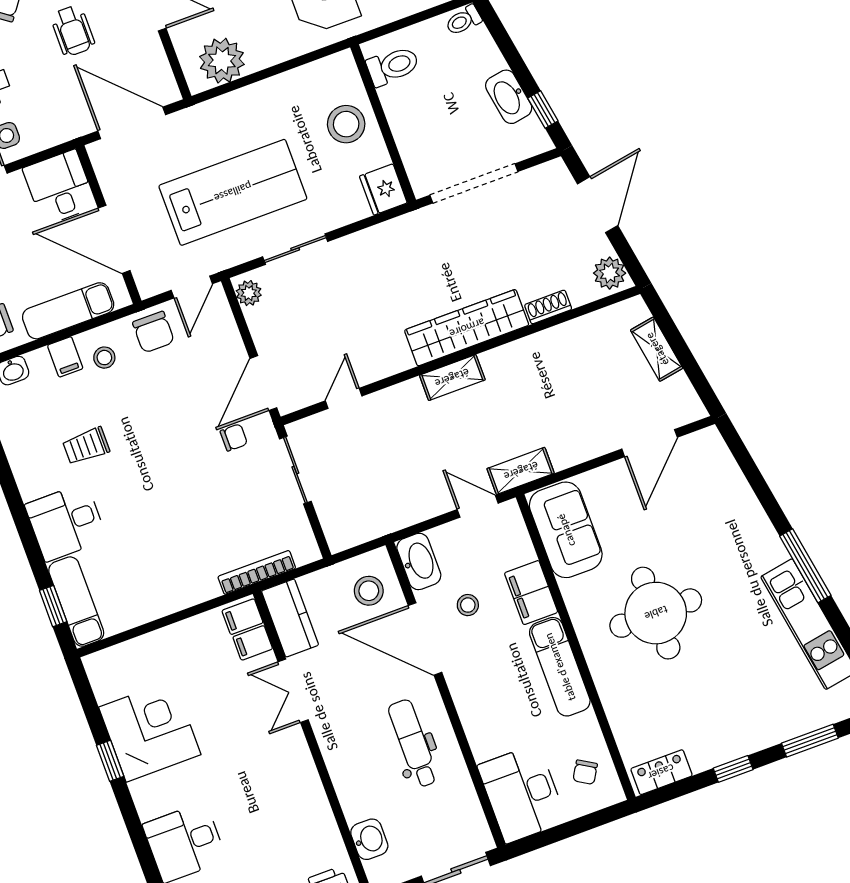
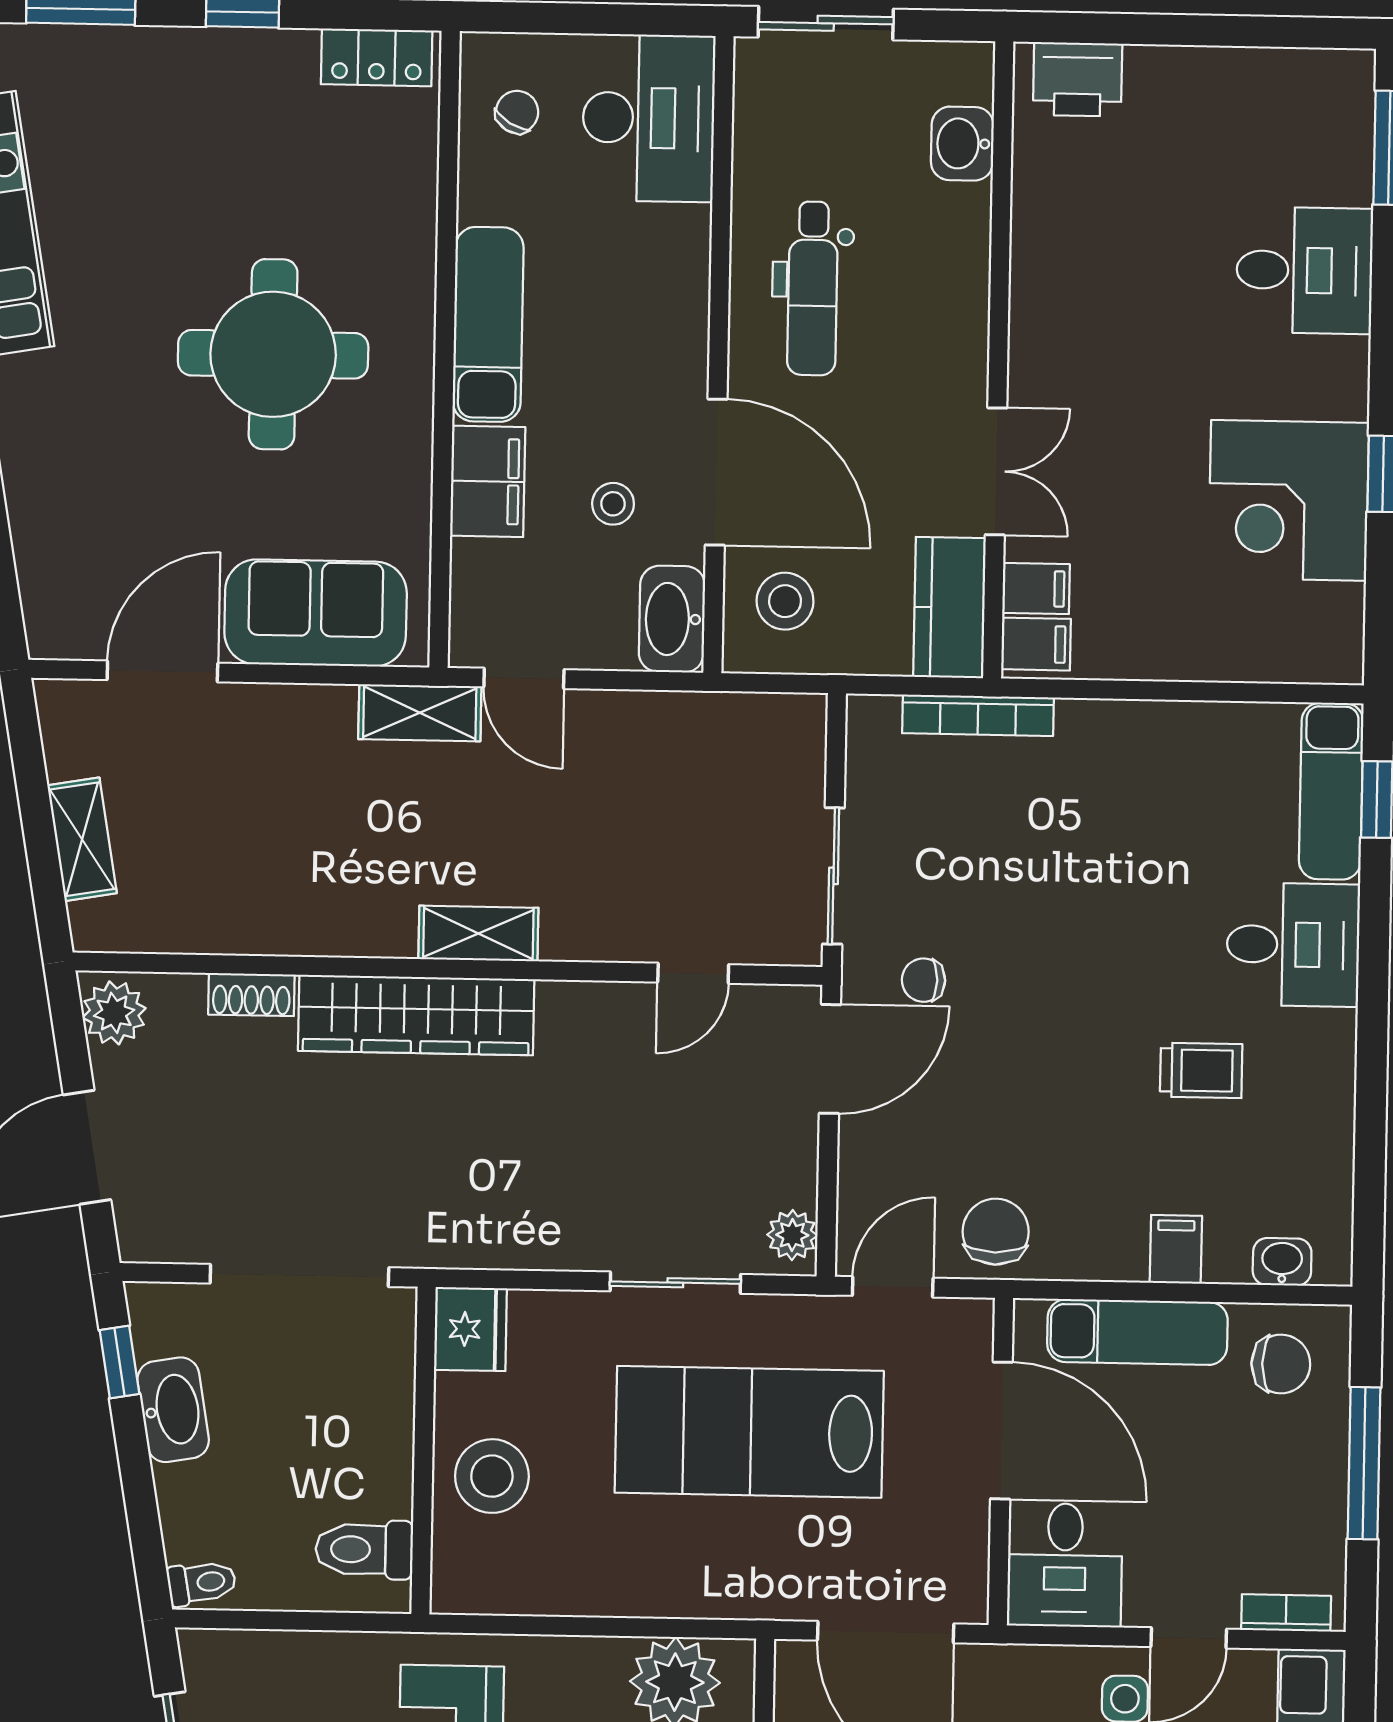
stool: (104, 358) -> (1104, 1220), removed
sofa: (566, 530) -> (316, 613), moved, turned 90

